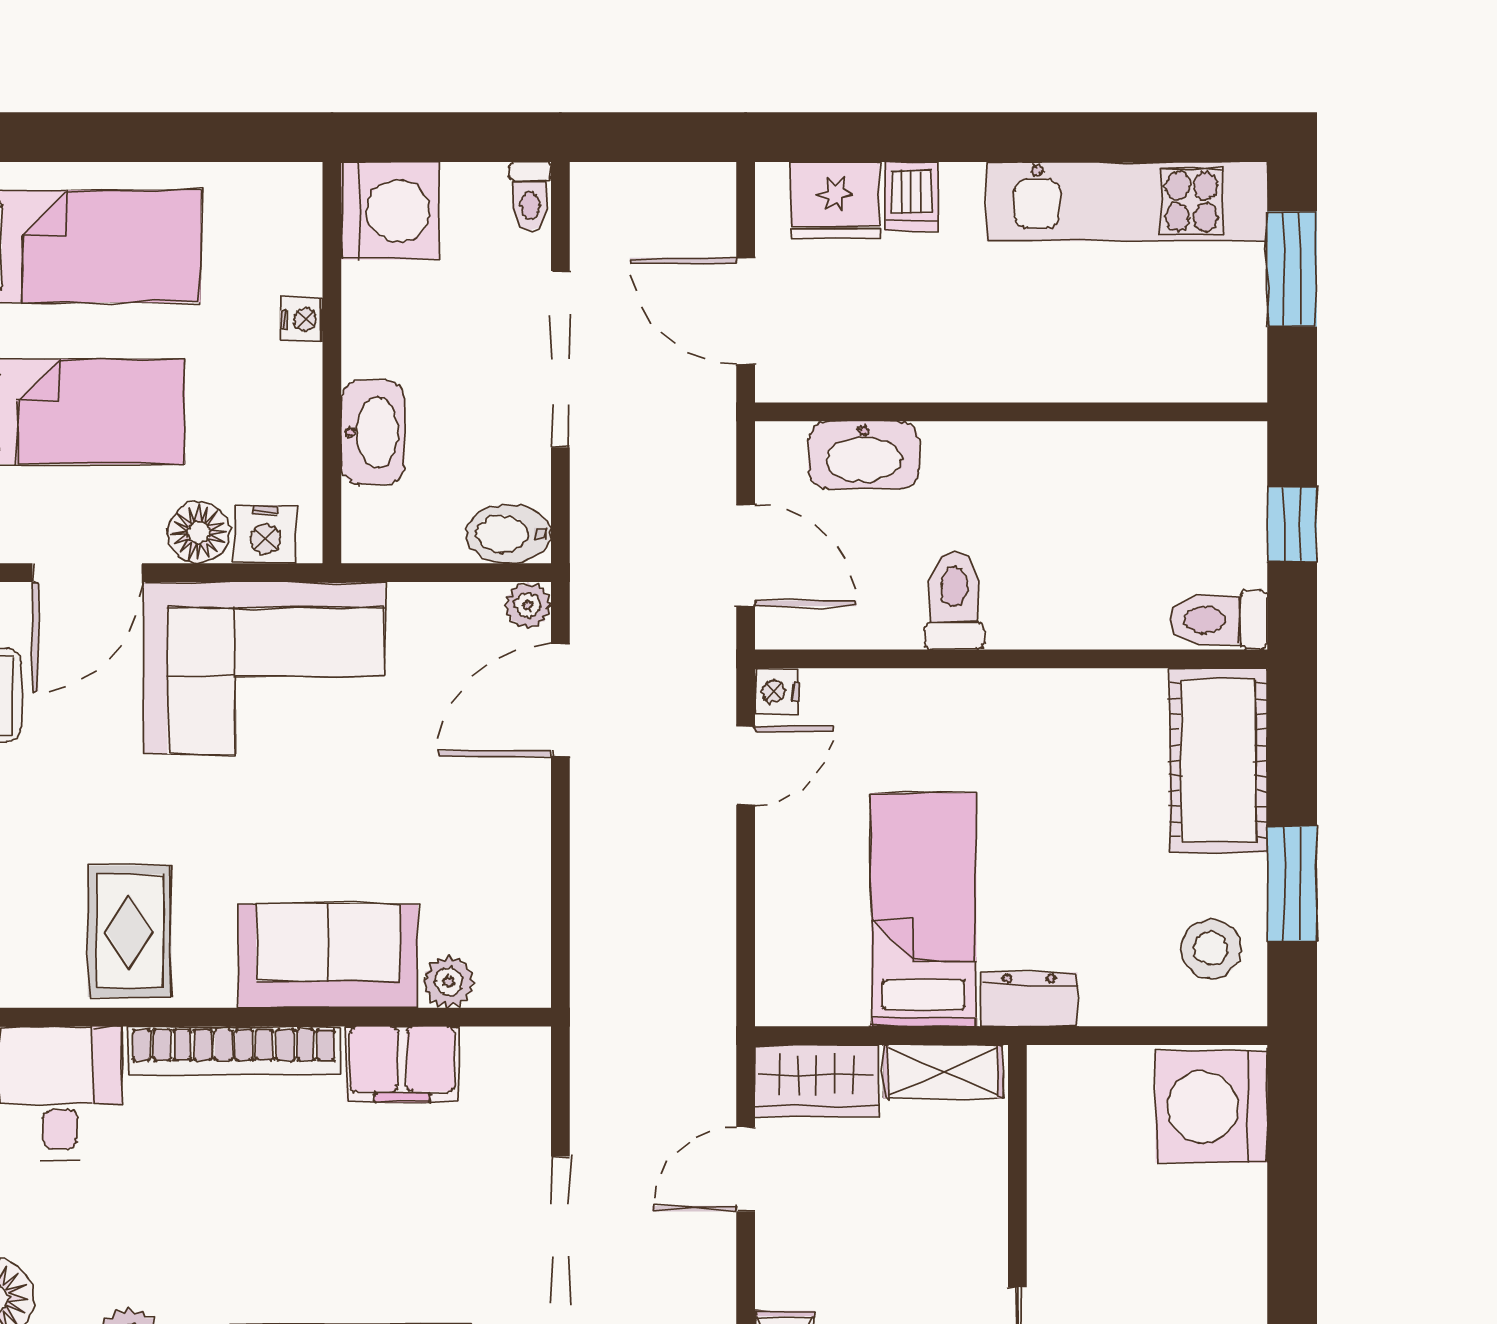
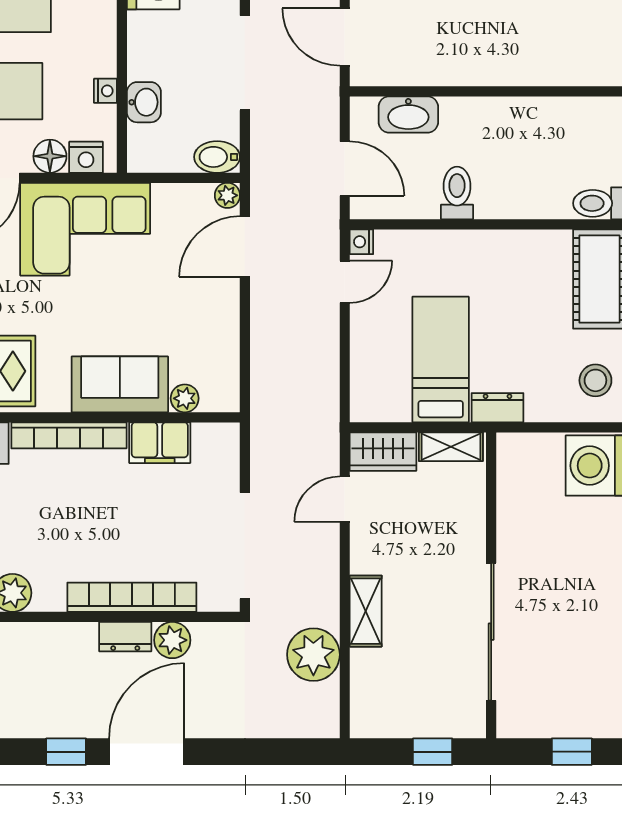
nightstand: (301, 320) -> (105, 91), moved
washbasin: (373, 432) -> (144, 102), width x0.72

